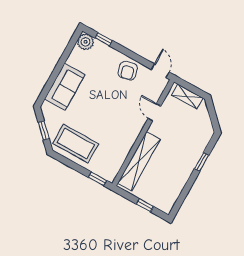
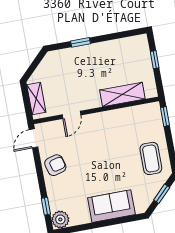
coffee table: (76, 144) -> (151, 158), width x0.73, depth x0.76
shelving: (139, 161) -> (122, 94), width x0.68

